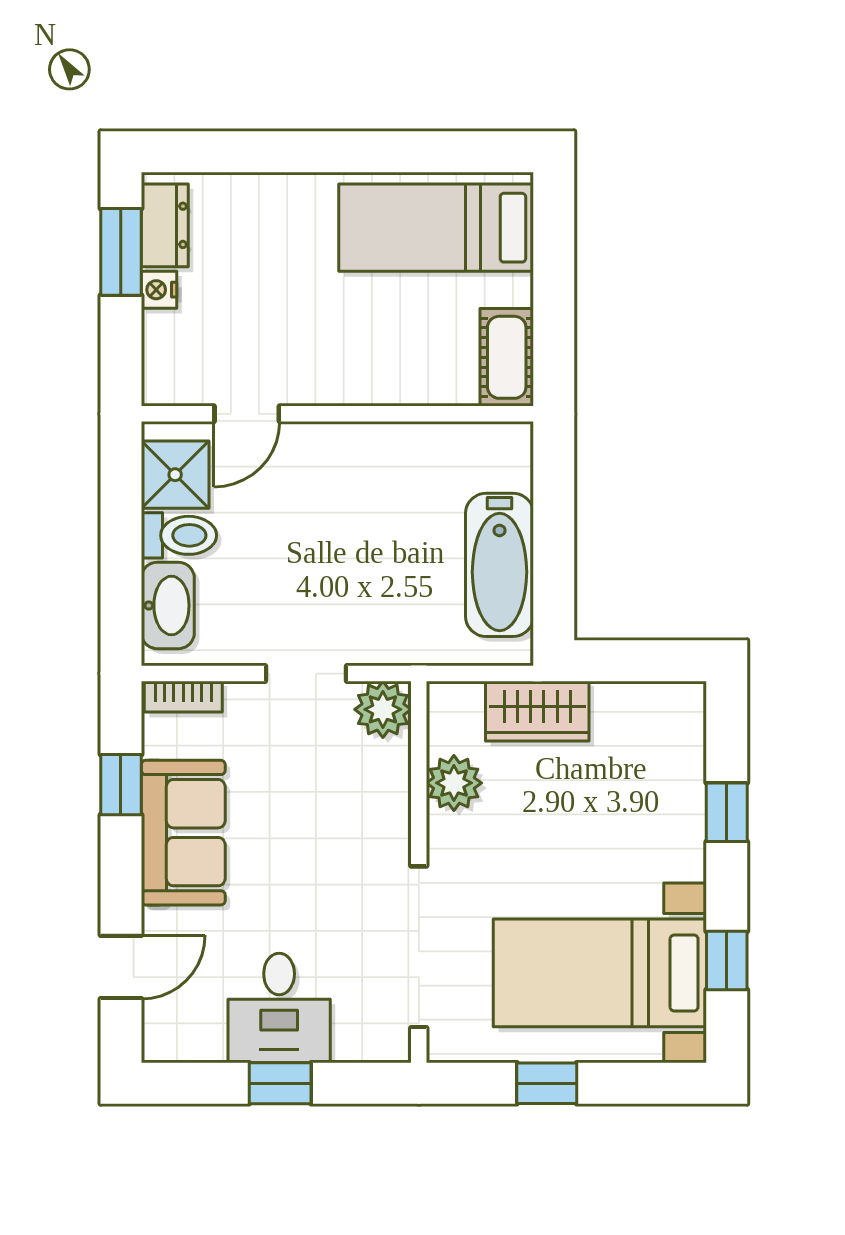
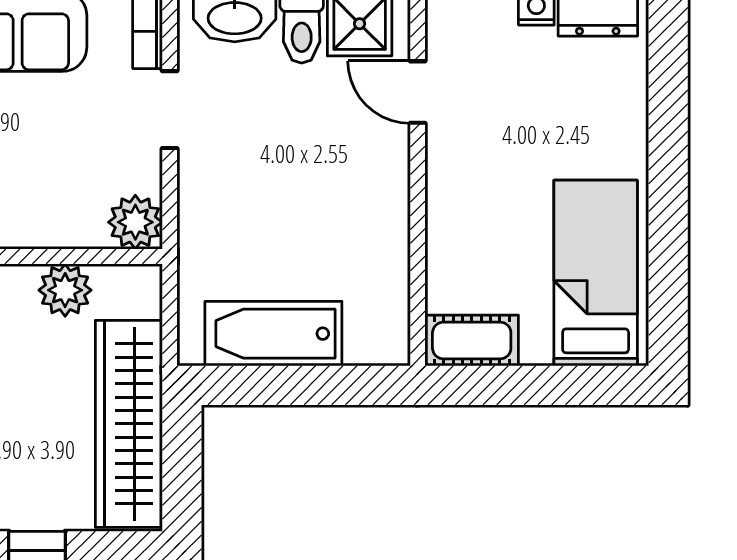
doorway: (306, 674) -> (170, 110), moved
wardrobe: (537, 711) -> (129, 424), width x2.10, depth x1.17

